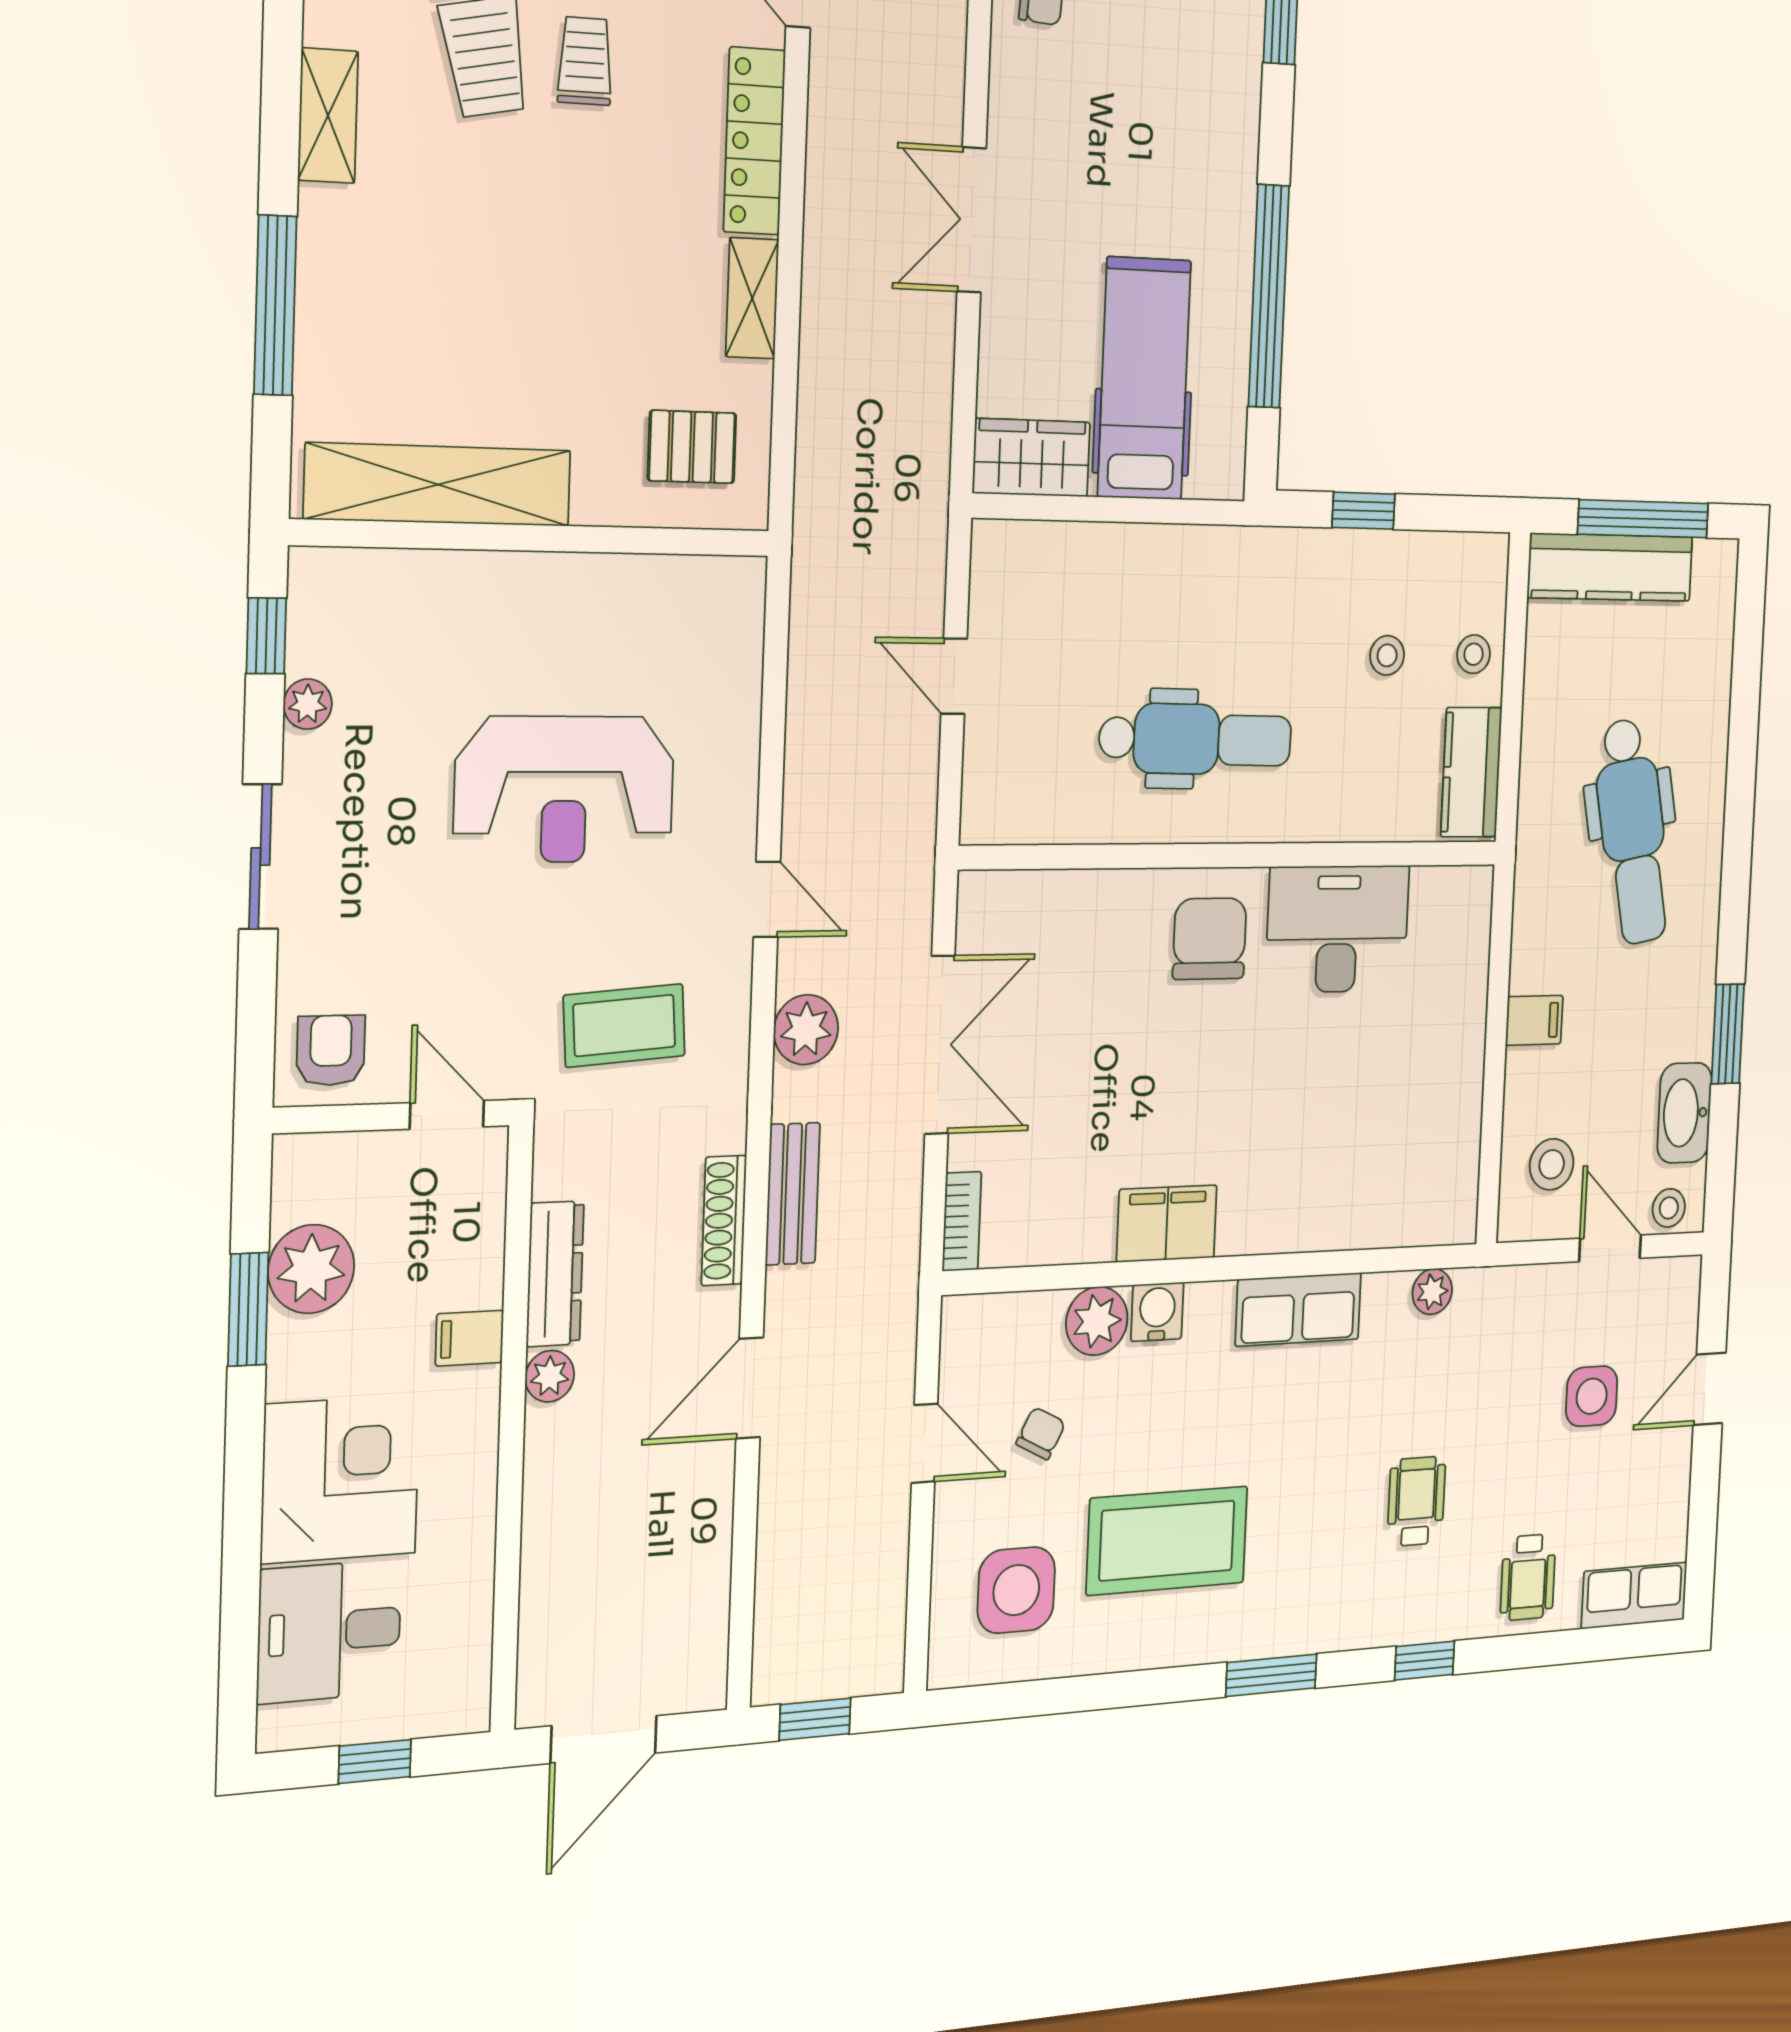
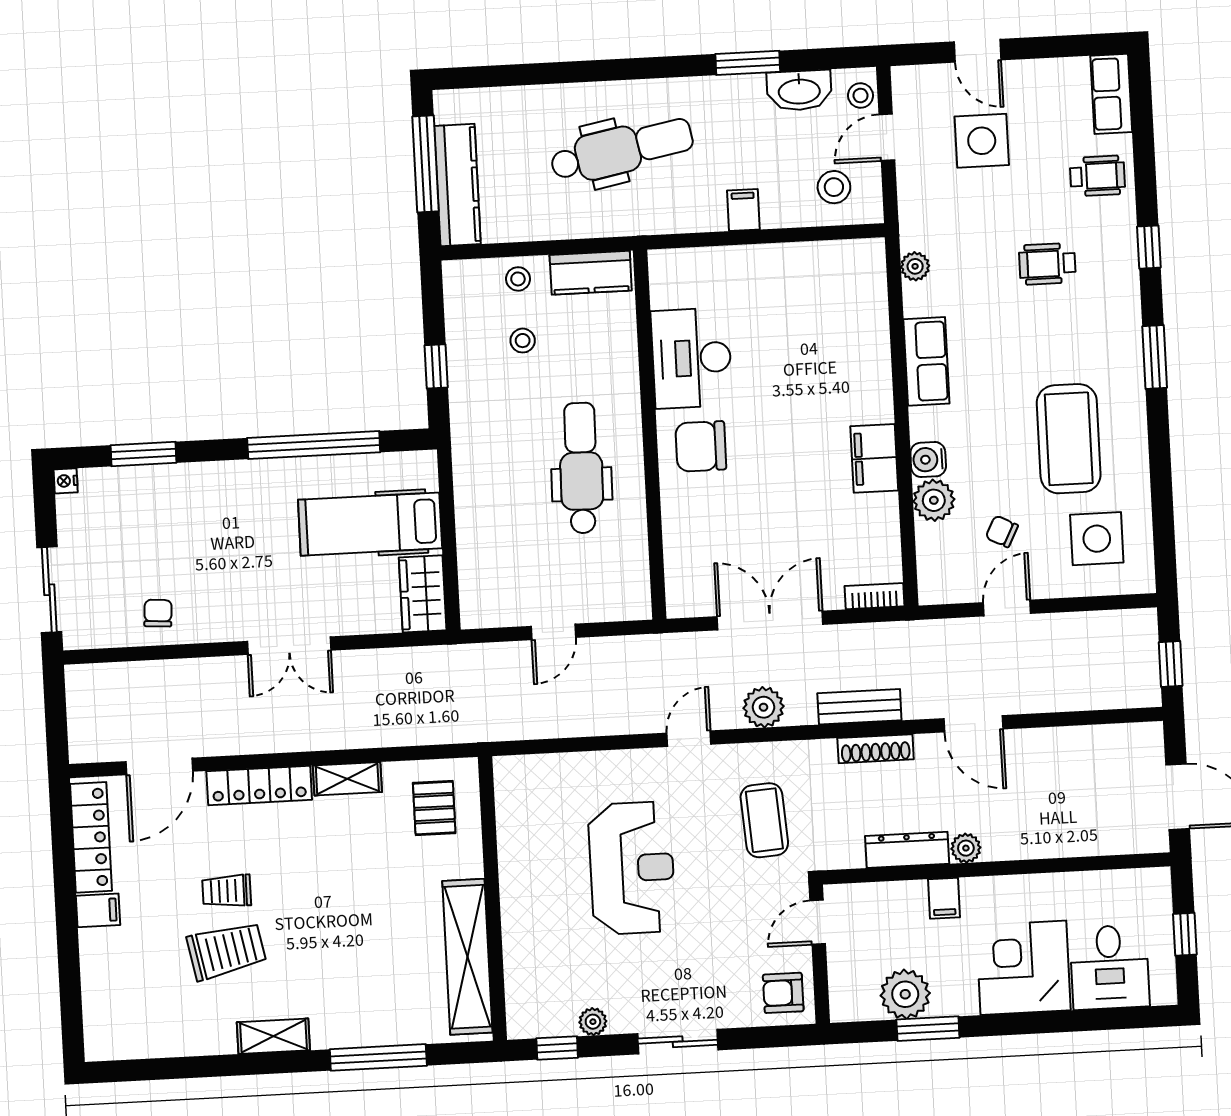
side table: (1592, 1396) -> (982, 141), width x1.37, depth x1.37

